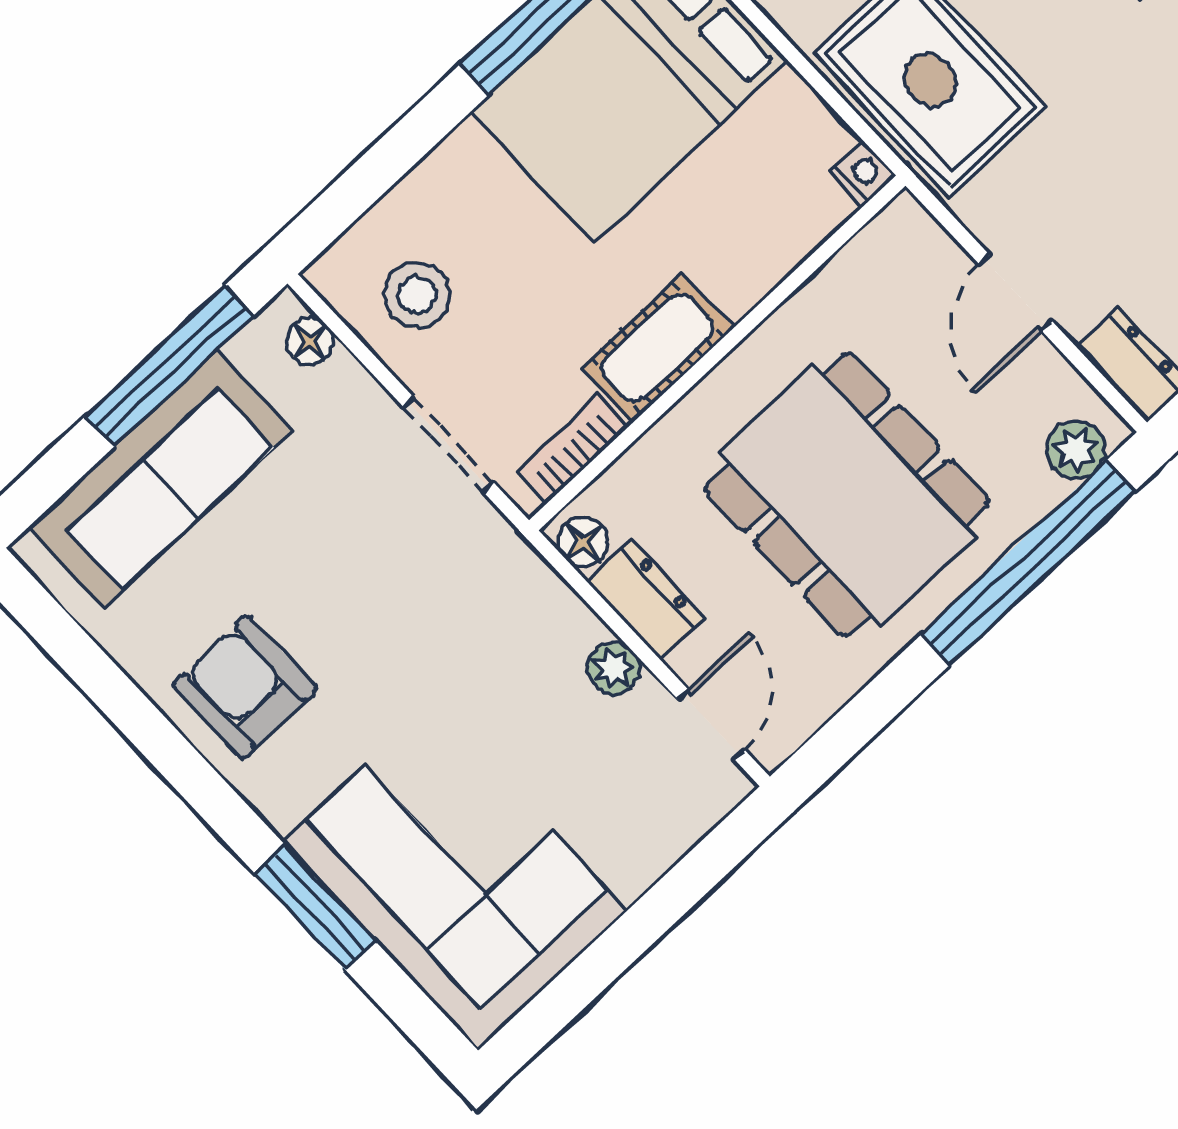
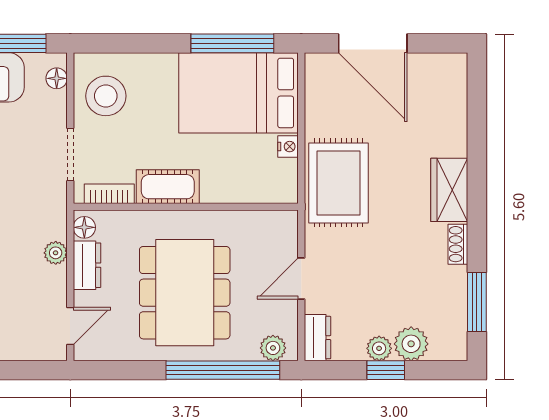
nightstand: (863, 174) -> (288, 147), moved
stool: (417, 295) -> (106, 96), width x1.38, depth x1.38
plant: (614, 669) -> (56, 253), moved

